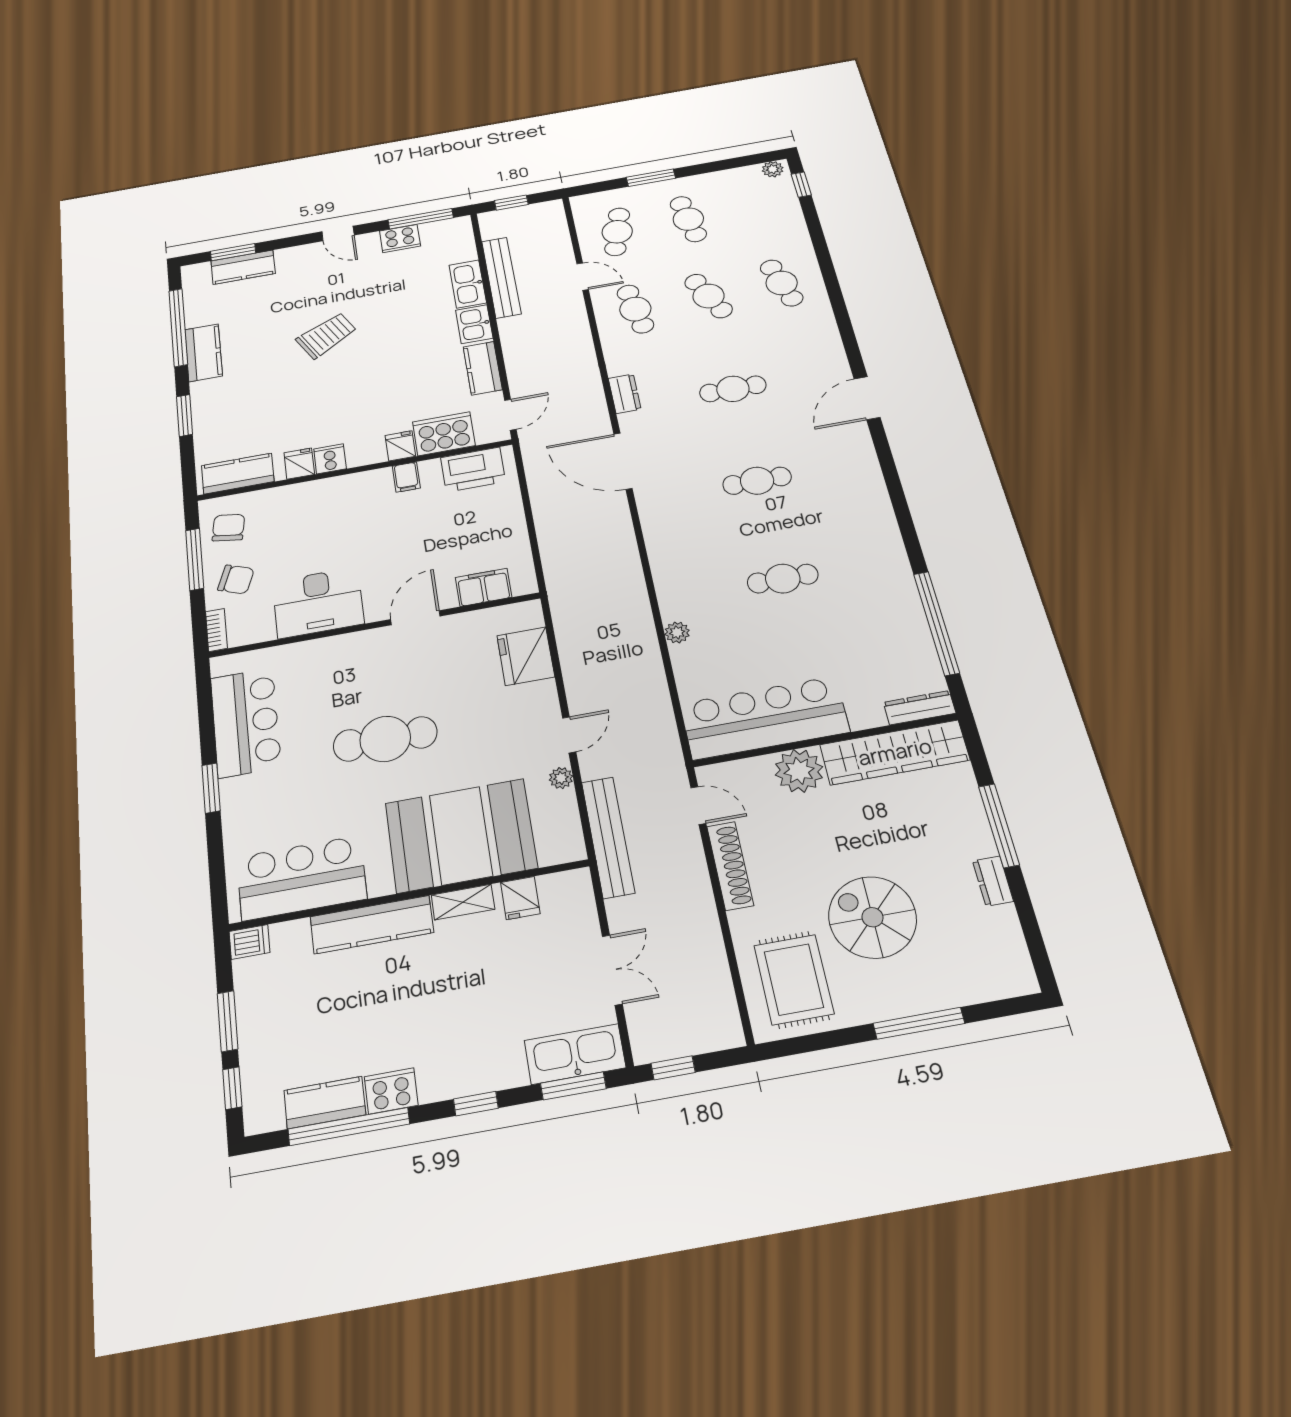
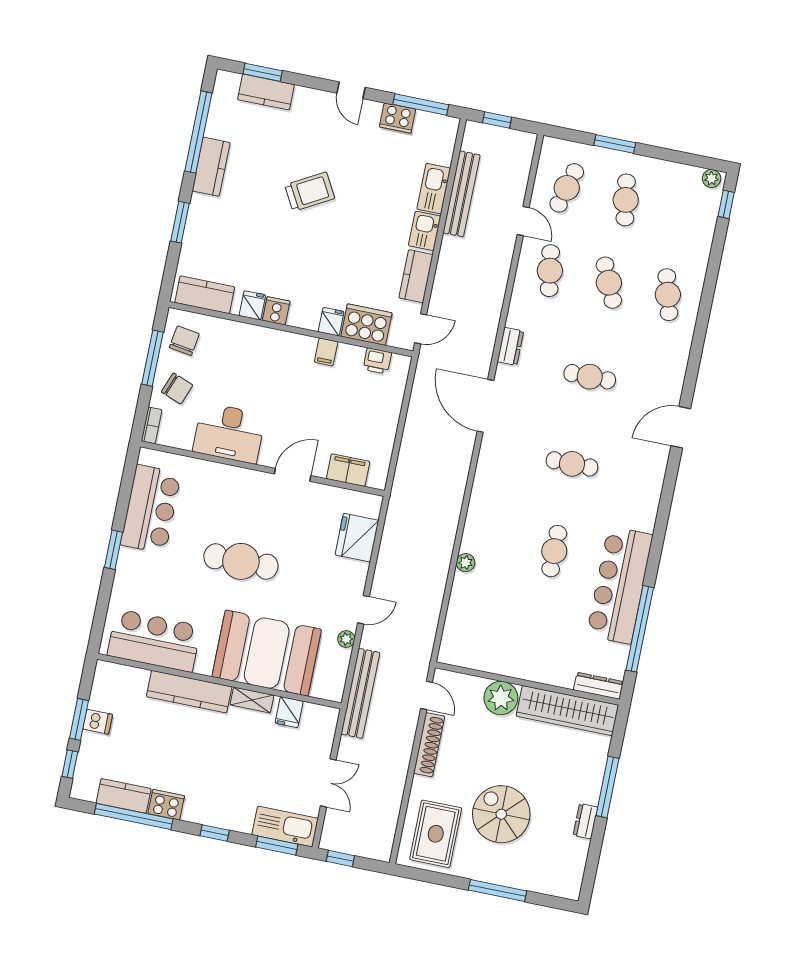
printer: (473, 470) -> (377, 361), width x0.53, depth x0.68
cafe table: (783, 579) -> (554, 551), turned 90
bar counter: (764, 718) -> (620, 585), moved, turned -90
dishwasher: (250, 942) -> (98, 722), moved

